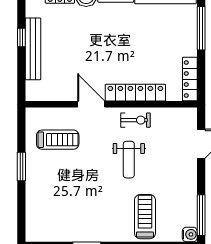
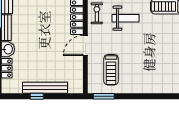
treadmill: (58, 140) -> (111, 70), turned 180
window: (21, 167) -> (104, 96), moved

